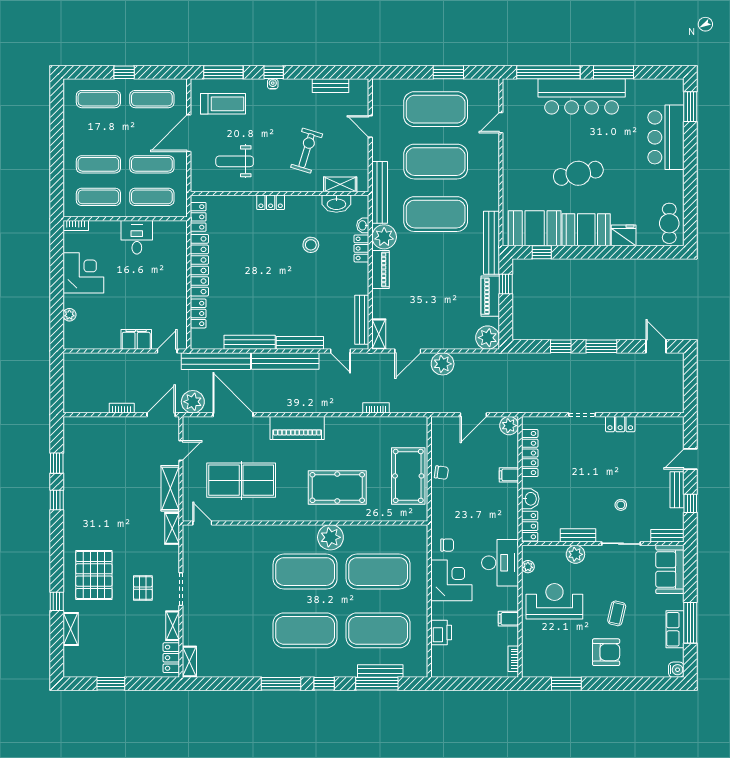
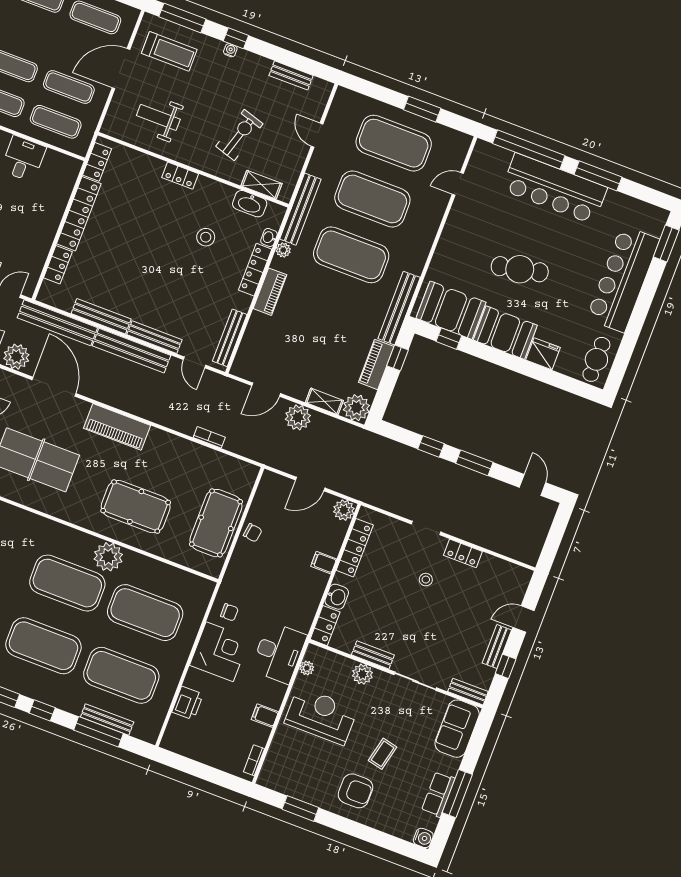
bar counter: (666, 137) -> (623, 279), width x1.36
plant: (384, 237) -> (283, 250), width x0.53, depth x0.53
locker: (361, 248) -> (255, 270), width x1.53
shelving: (379, 334) -> (324, 401), moved, turned 90
stool: (621, 505) -> (426, 580), moved

